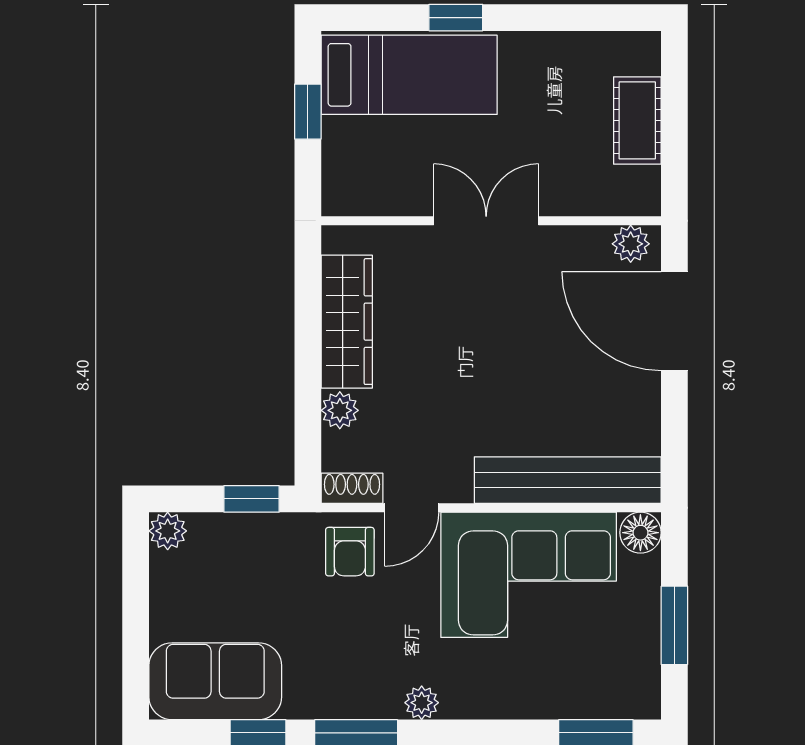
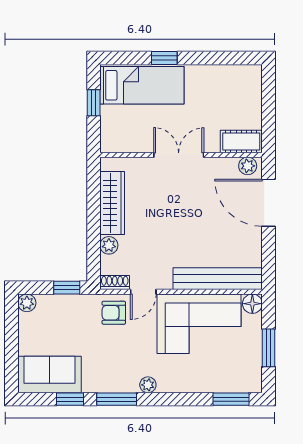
cot: (637, 120) -> (241, 141), moved, turned 90
armchair: (350, 552) -> (114, 313), turned 90

